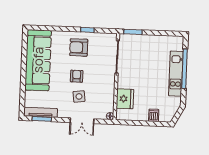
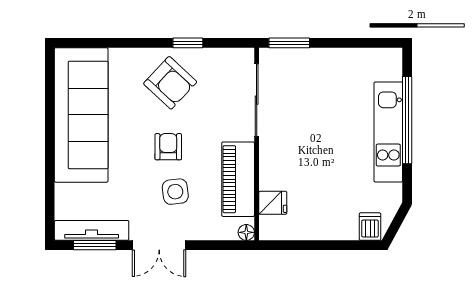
armchair: (79, 47) -> (170, 83), turned -137
piano: (107, 92) -> (238, 179), added
fridge: (125, 99) -> (273, 203), width x0.53, depth x0.75
dishwasher: (154, 115) -> (370, 227), moved
double door: (82, 121) -> (159, 245), moved

